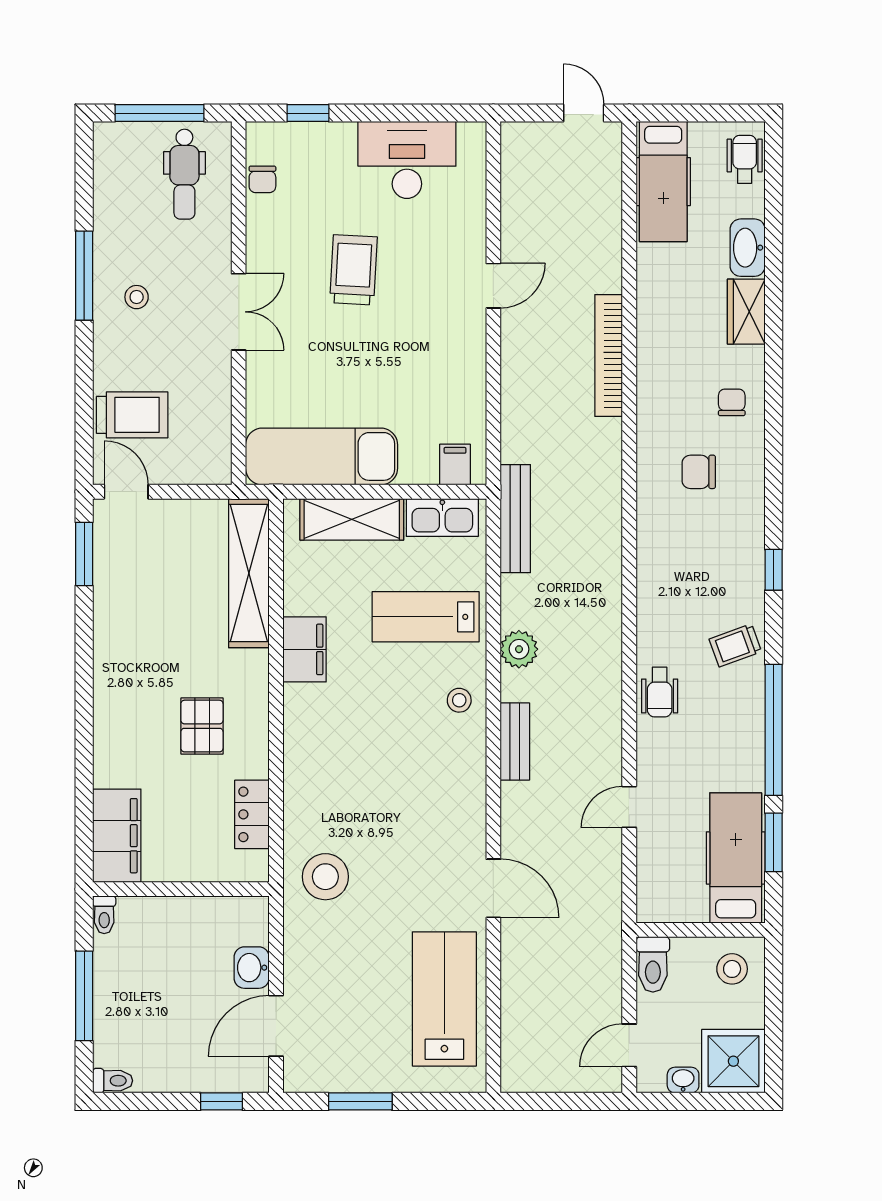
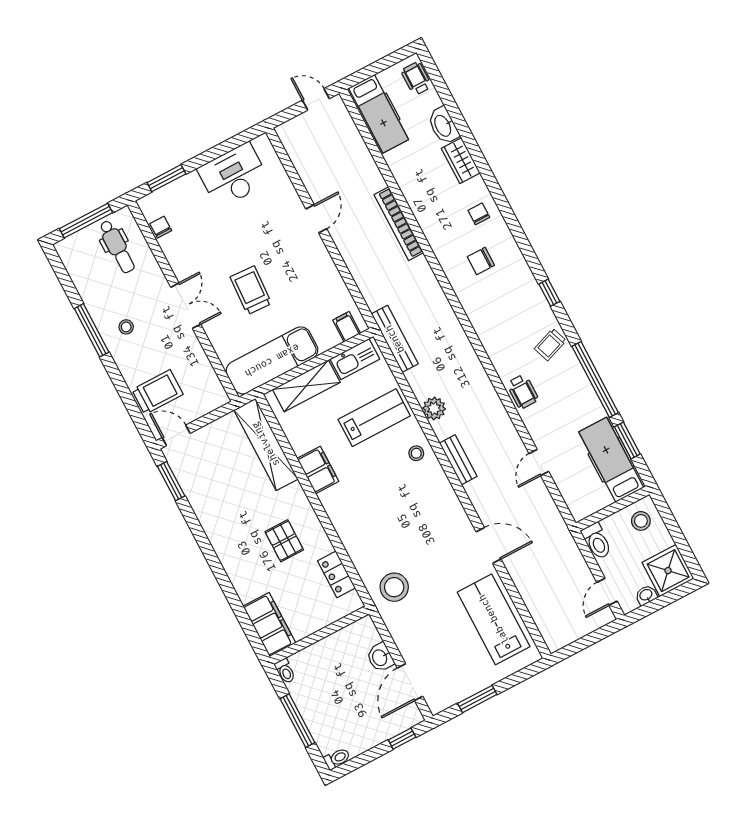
window: (308, 113) -> (166, 178), width x1.50
chair: (262, 179) -> (161, 227), turned 180
trolley: (353, 270) -> (251, 290), moved
lab bench: (426, 617) -> (374, 418), turned 180

